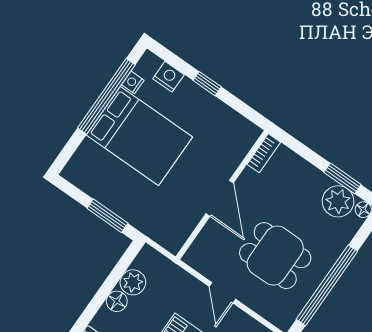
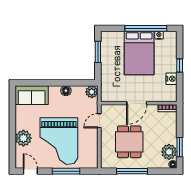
nightstand: (169, 77) -> (171, 79), moved
window: (107, 216) -> (98, 52), moved
plant: (133, 282) -> (92, 92), moved
window: (327, 285) -> (132, 171), width x0.68
door: (222, 293) -> (99, 121), moved

